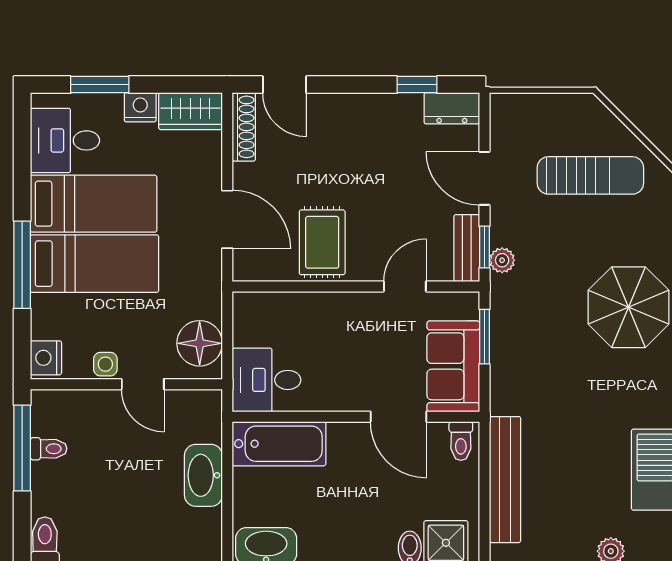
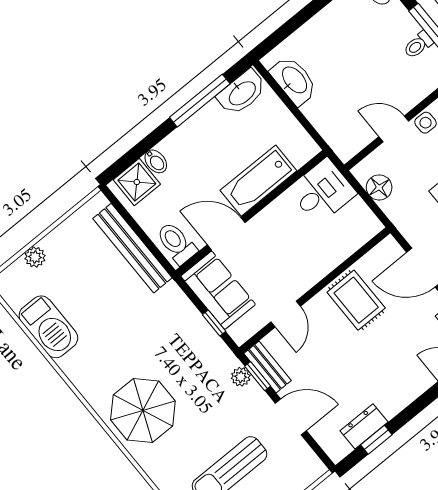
dresser: (452, 108) -> (364, 426), moved
window: (484, 337) -> (214, 323), width x0.67
floor lamp: (200, 343) -> (379, 187), width x0.73, depth x0.73
toilet: (461, 441) -> (176, 243), width x1.37, depth x1.39
bathtub: (279, 444) -> (258, 181), moved
washbasin: (203, 475) -> (294, 80), moved

